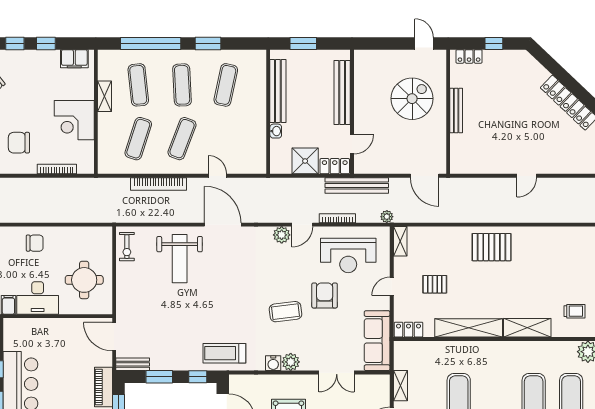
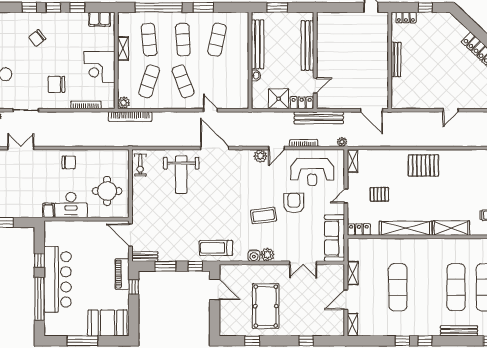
spiral stairs: (412, 99) -> (362, 50), removed
exercise mat: (182, 139) -> (183, 81), turned -42
plant: (105, 166) -> (124, 103), added
bookcase: (159, 184) -> (130, 117), moved

